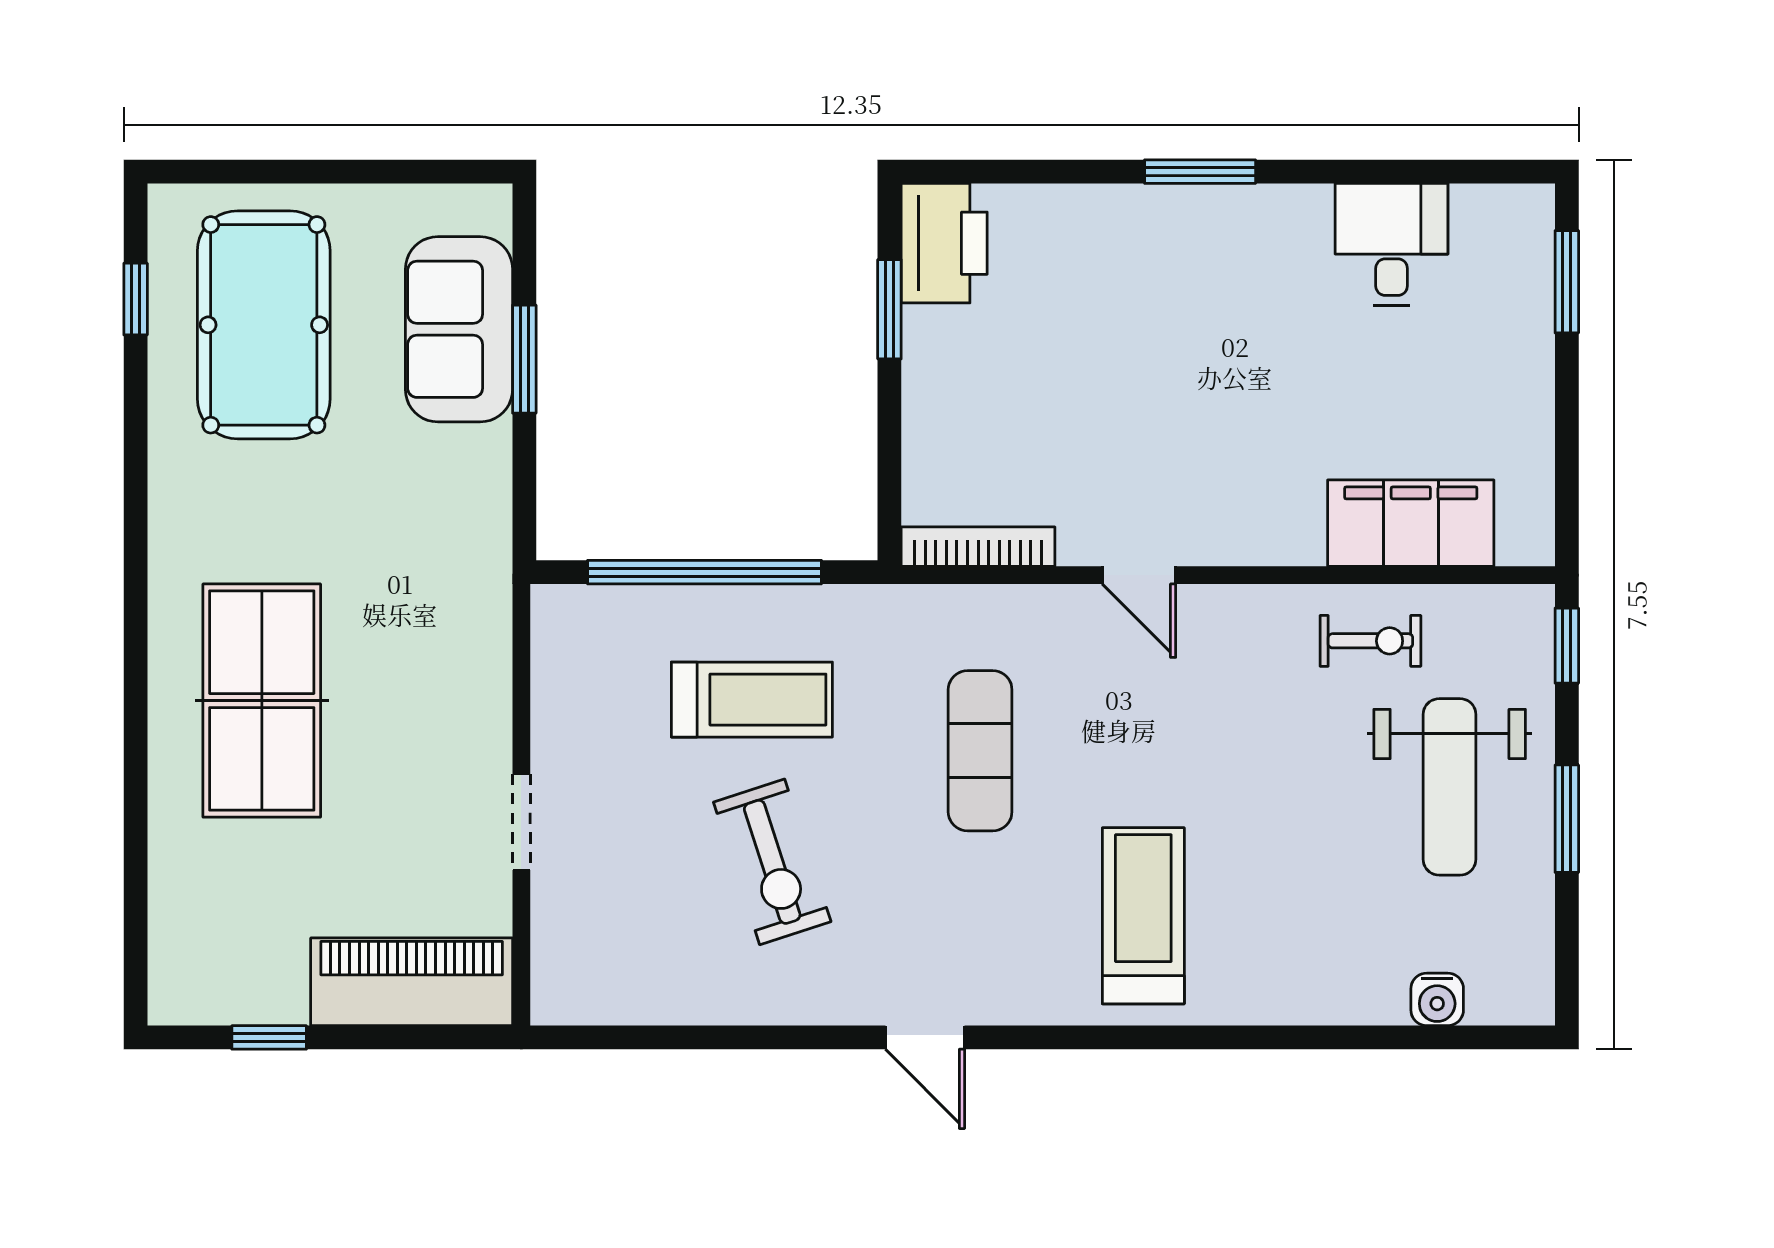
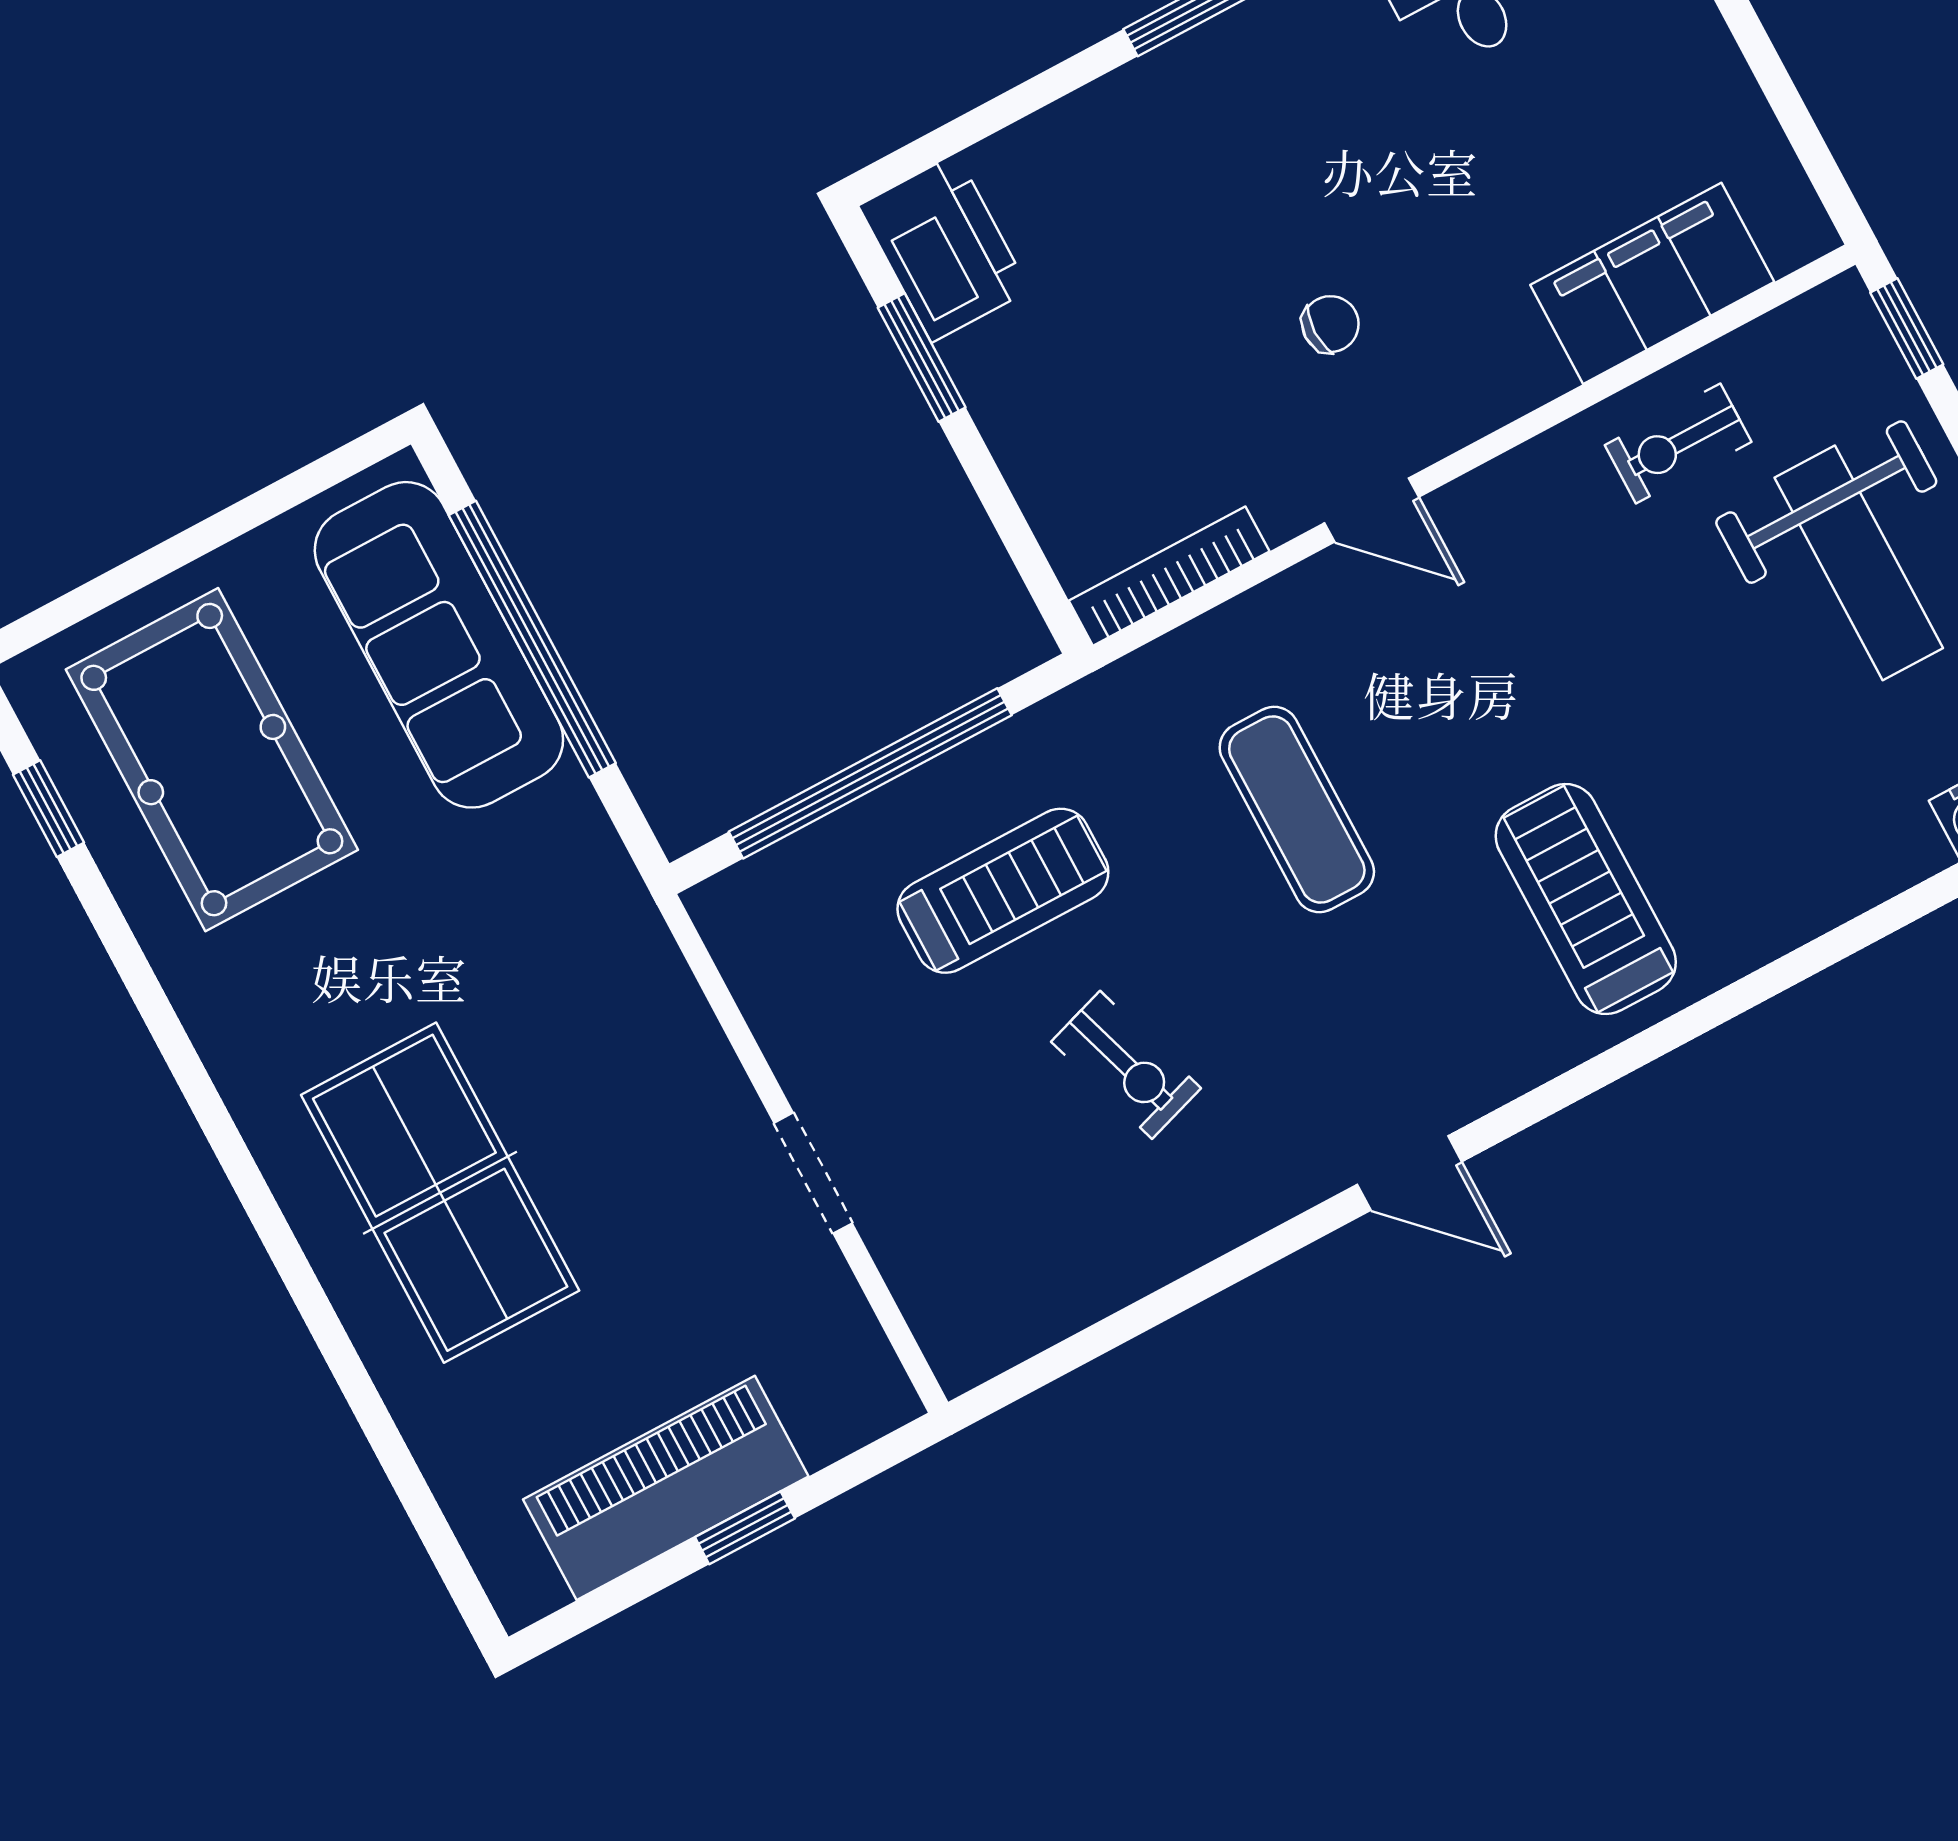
sofa: (459, 329) -> (439, 645), width x1.36
window: (524, 359) -> (532, 639), width x2.11
chair: (1178, 434) -> (1330, 324), added
exercise bike: (1370, 641) -> (1678, 444), turned 180
exercise bike: (772, 862) -> (1126, 1065), width x0.73, depth x0.72
piano: (412, 982) -> (666, 1488), moved
window: (269, 1037) -> (745, 1528), moved

